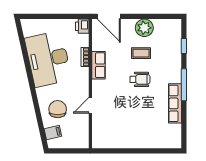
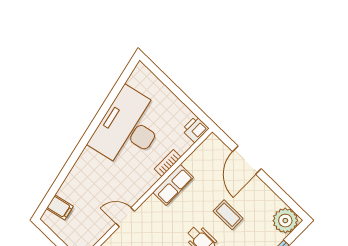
door: (109, 16) -> (247, 160), moved
plant: (144, 28) -> (285, 221), moved
chair: (58, 109) -> (88, 188), removed

